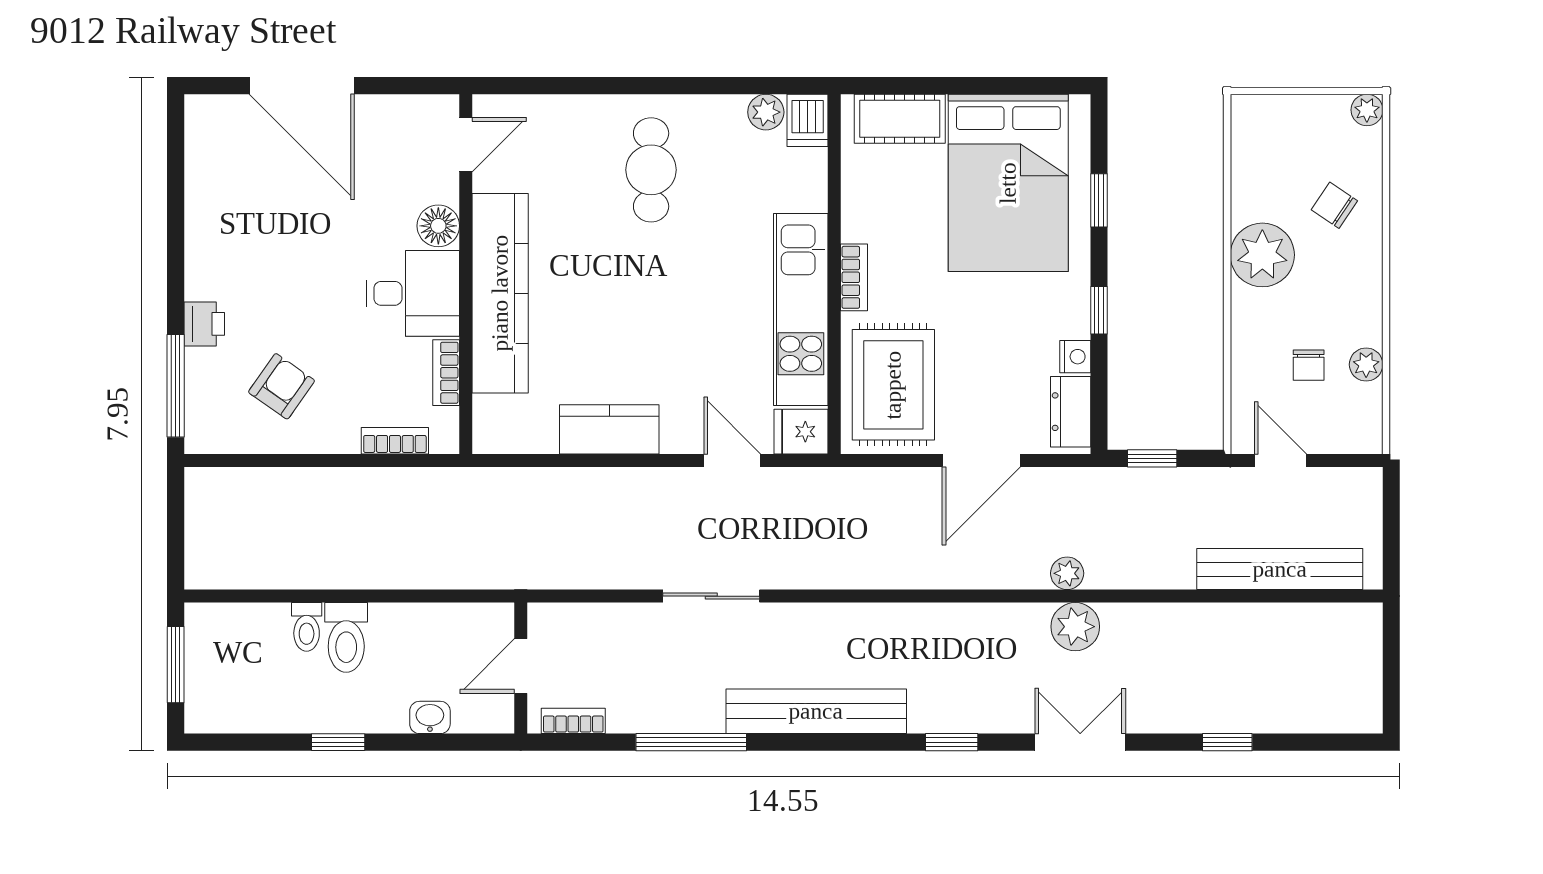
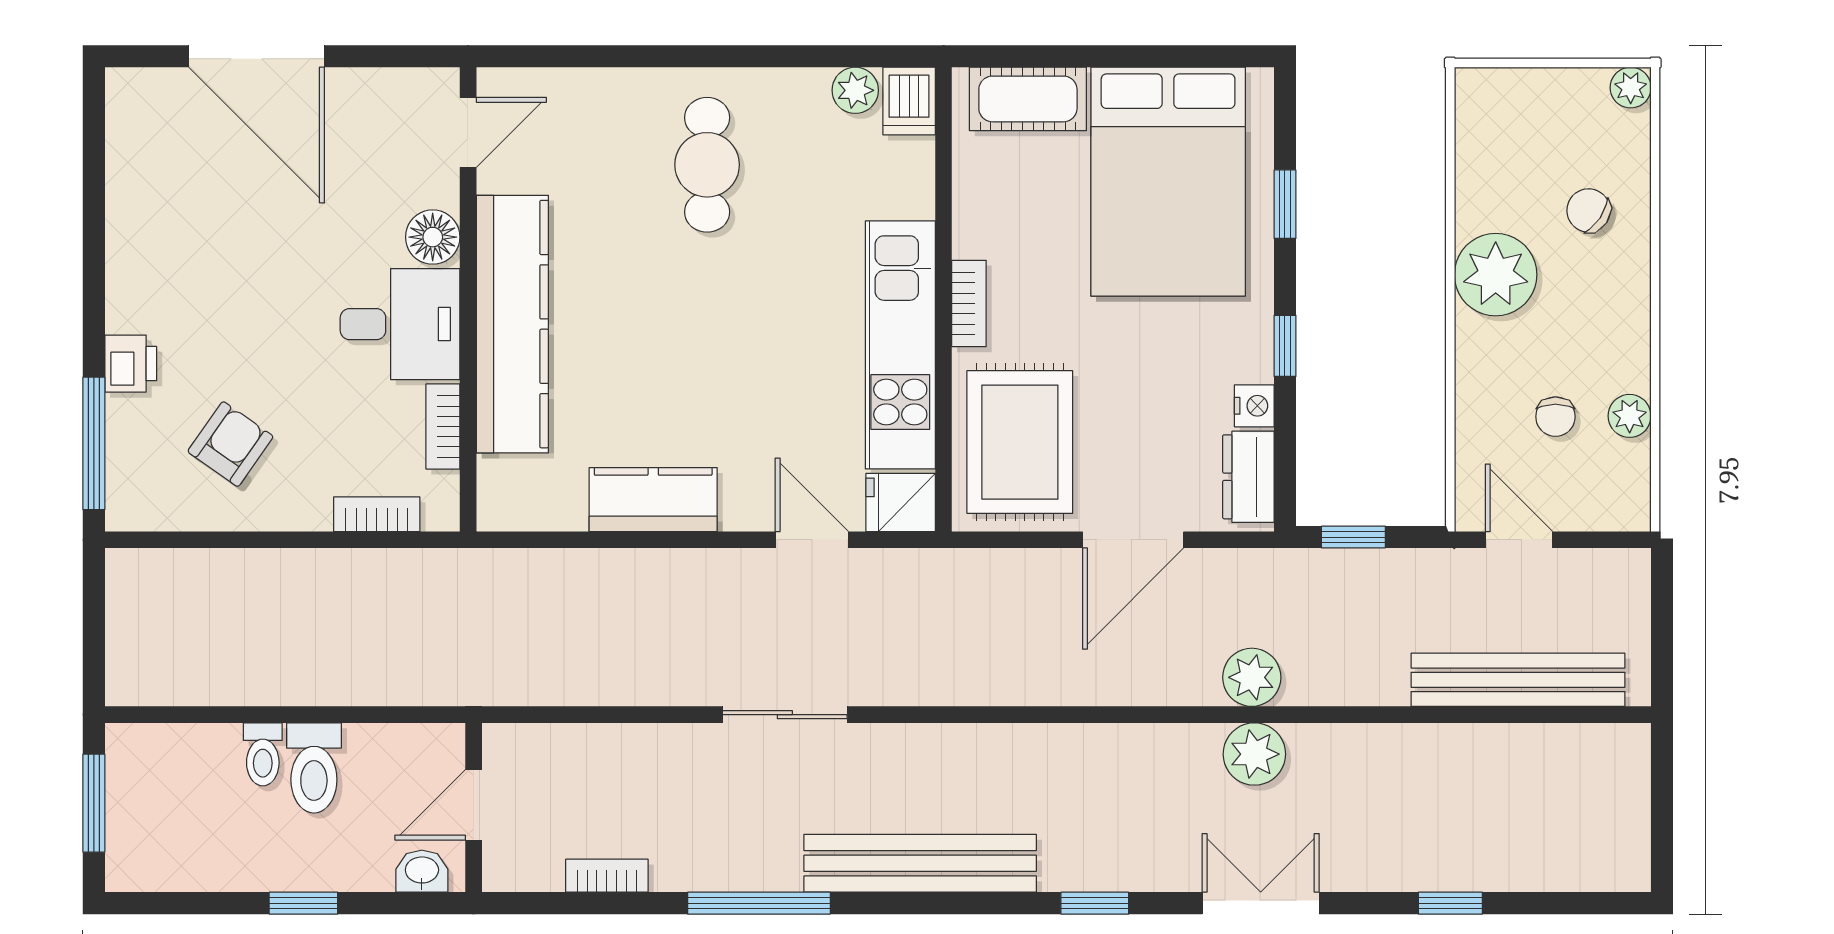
plant: (1067, 573) -> (1252, 677), width x1.38, depth x1.38
door: (521, 666) -> (474, 805), moved
wall: (521, 668) -> (474, 807), moved

